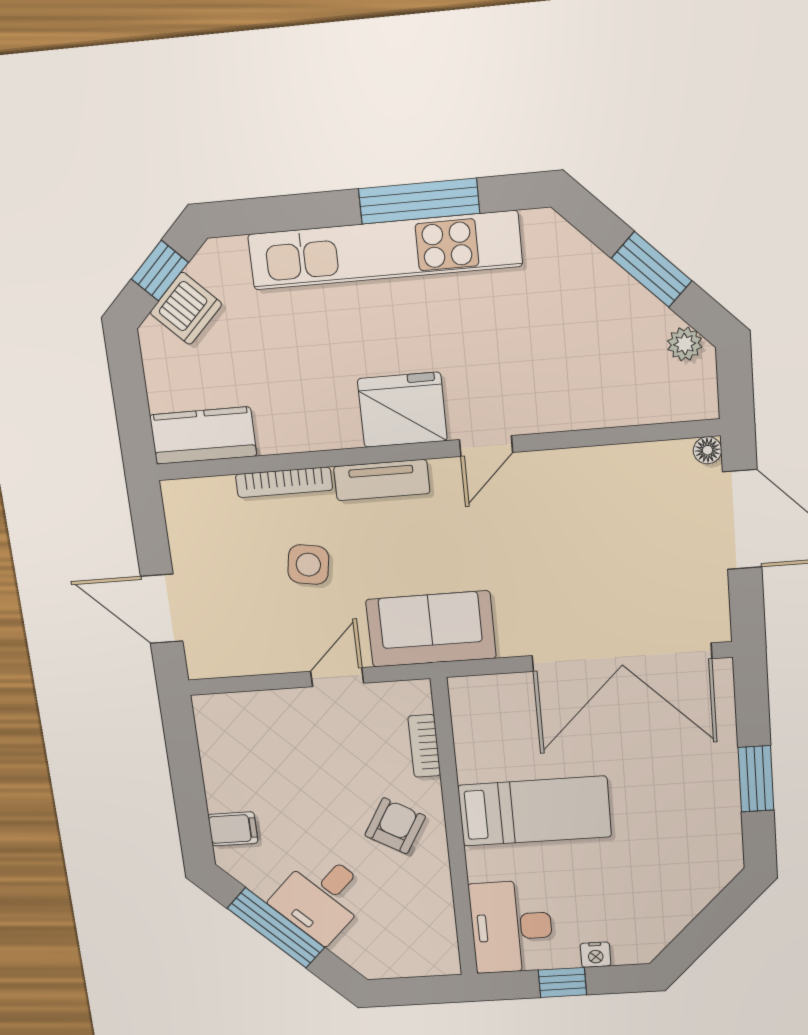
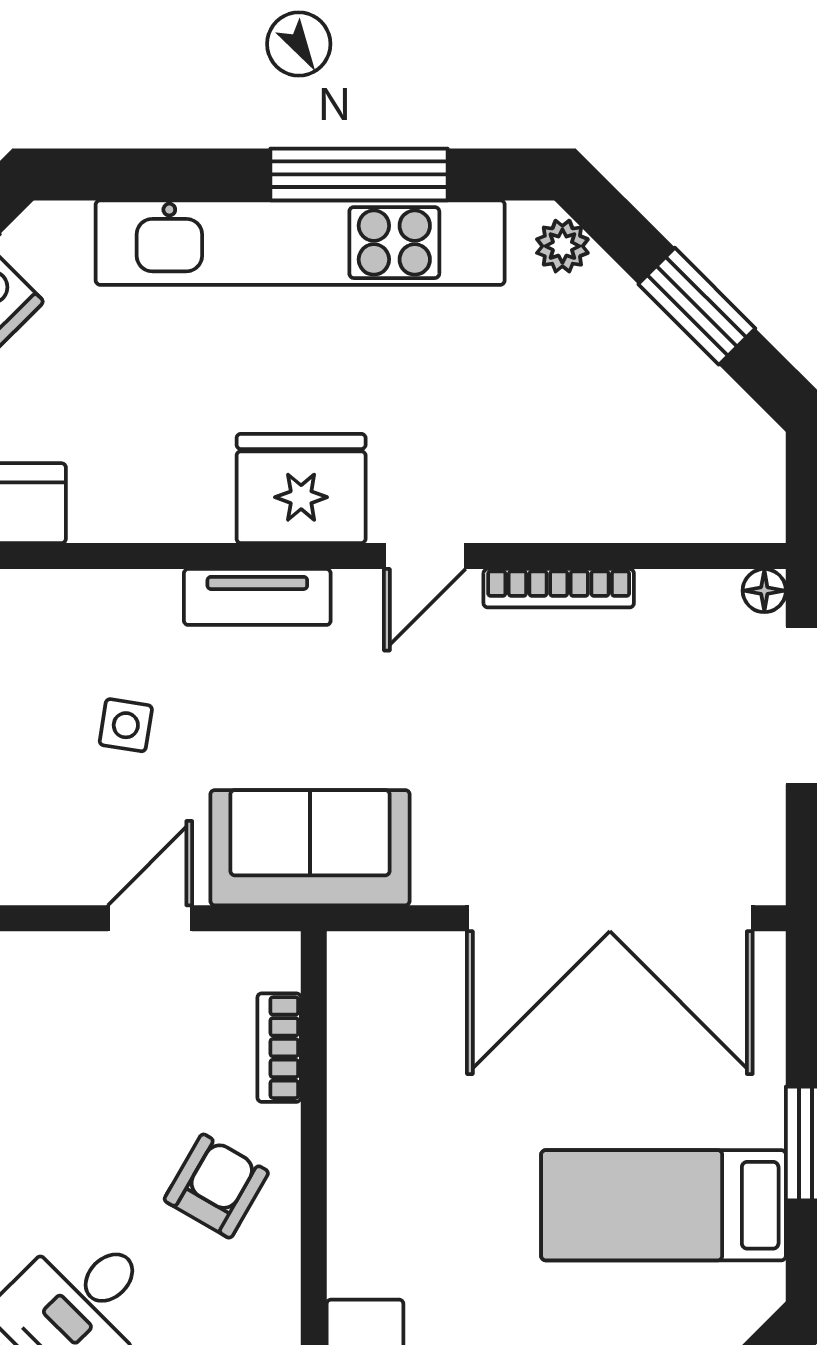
plant: (685, 344) -> (562, 246), moved
bookcase: (284, 482) -> (559, 588), moved
side table: (308, 565) -> (126, 725), width x0.73, depth x0.73
bed: (535, 811) -> (663, 1205), moved, turned 180

